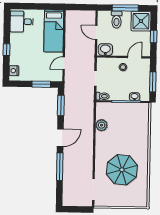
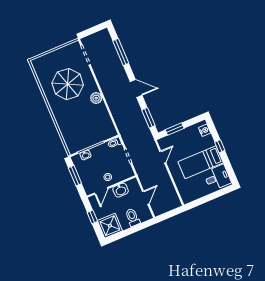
window: (125, 8) -> (129, 231), removed
bed: (54, 31) -> (201, 162), moved, turned -90
door: (96, 32) -> (146, 198), hinge flipped
washbasin: (105, 50) -> (121, 190), moved
plant: (102, 125) -> (96, 98), moved
door: (60, 138) -> (136, 88), swing flipped
window: (60, 167) -> (121, 52), moved

